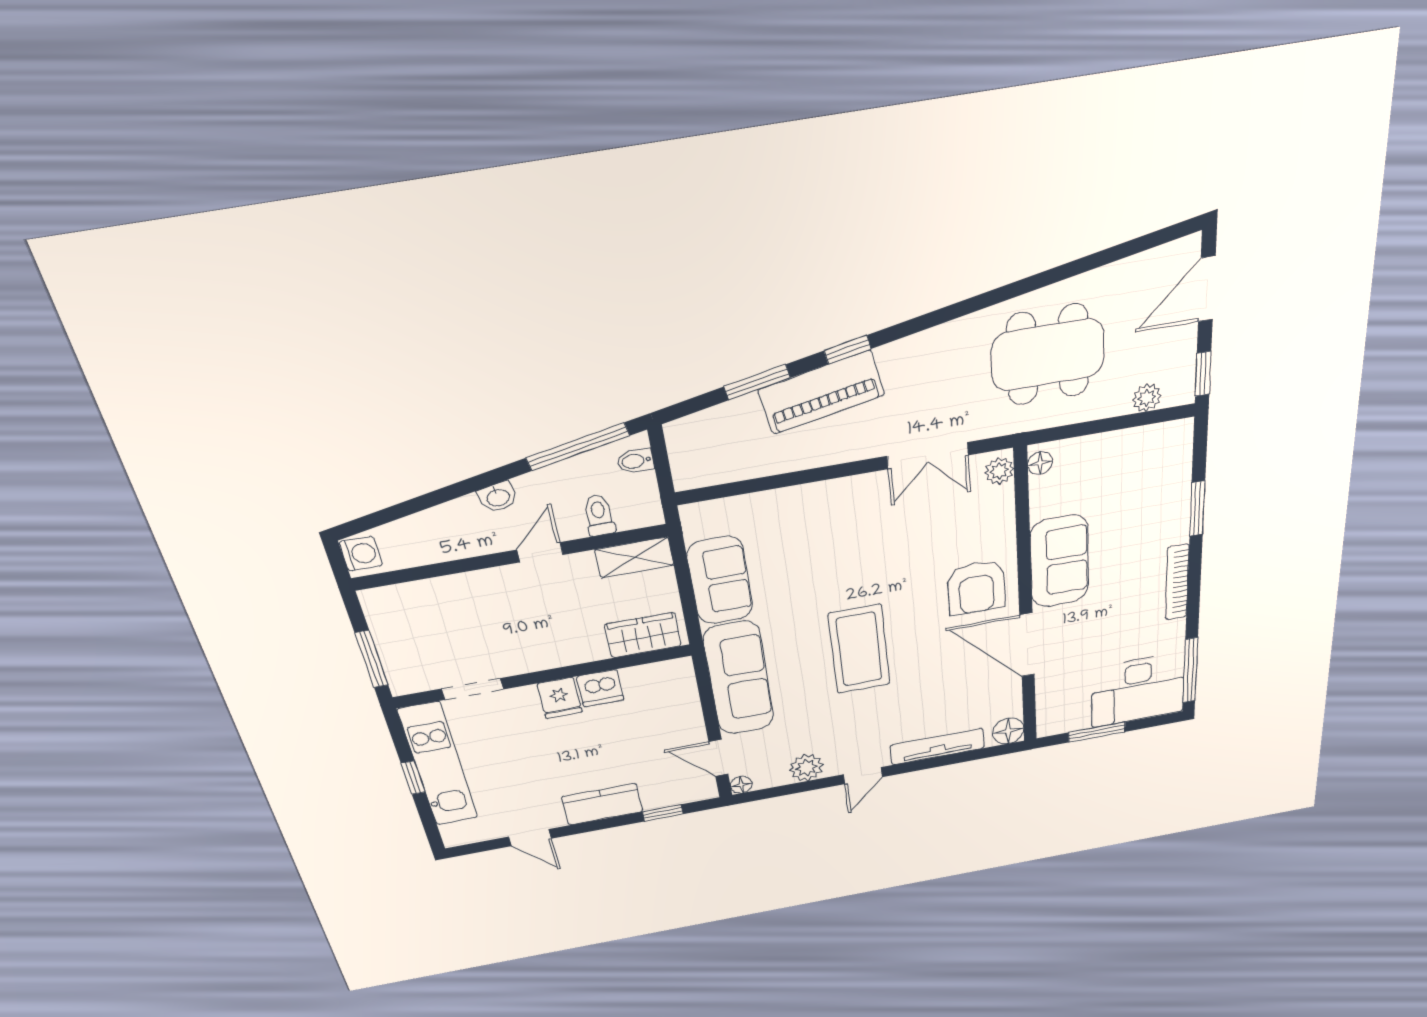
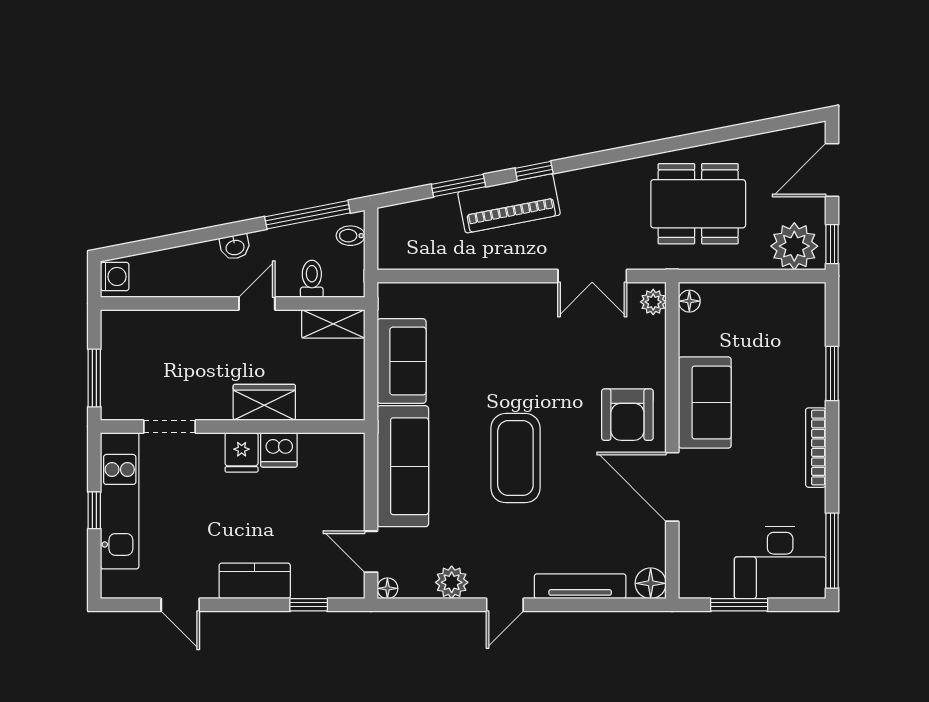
plant: (1147, 398) -> (794, 246), width x1.87, depth x1.87
wardrobe: (643, 635) -> (264, 402), moved

